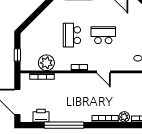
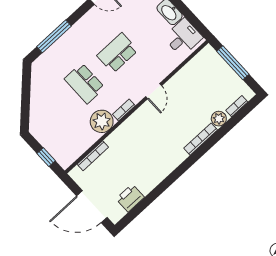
plant: (46, 63) -> (102, 121), moved
door: (104, 72) -> (154, 91), hinge flipped
window: (64, 125) -> (163, 186), removed

